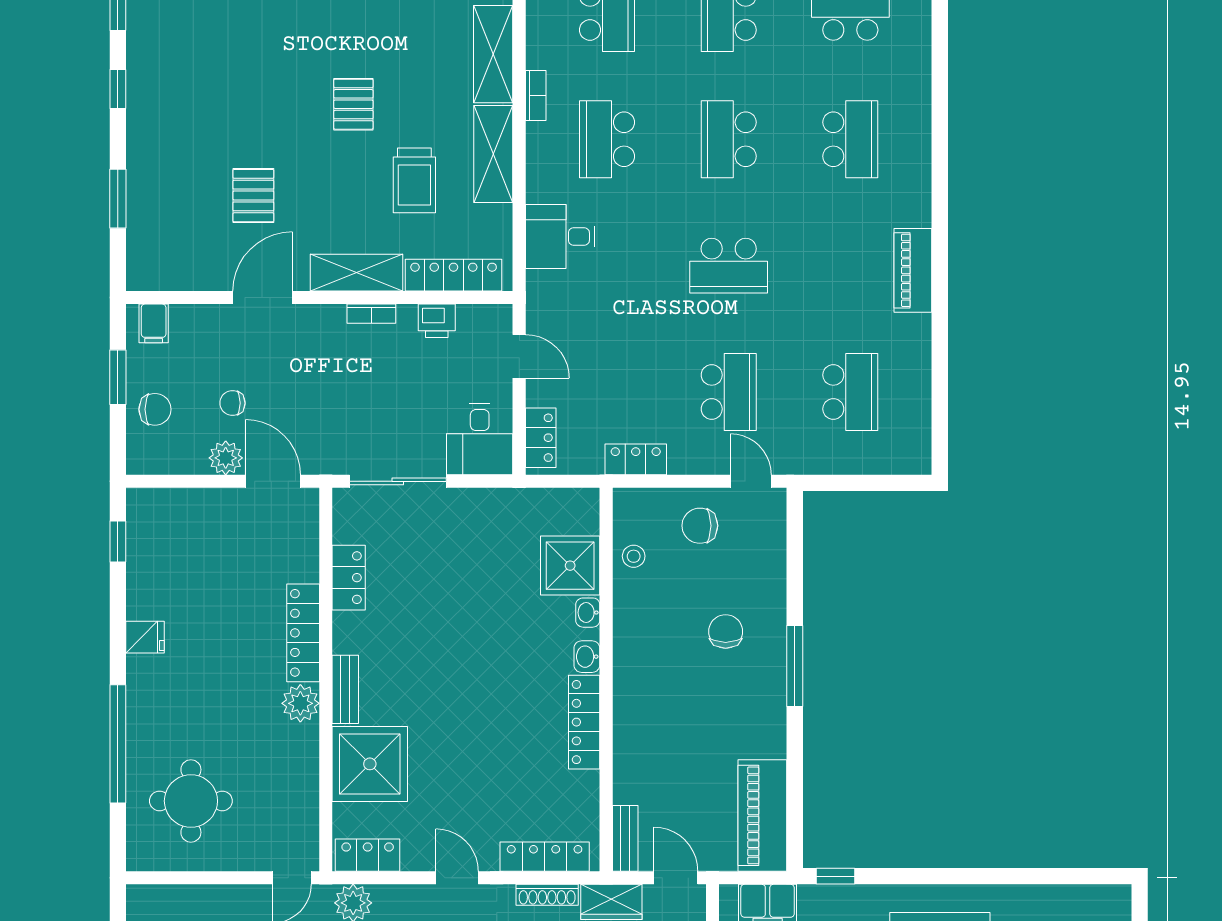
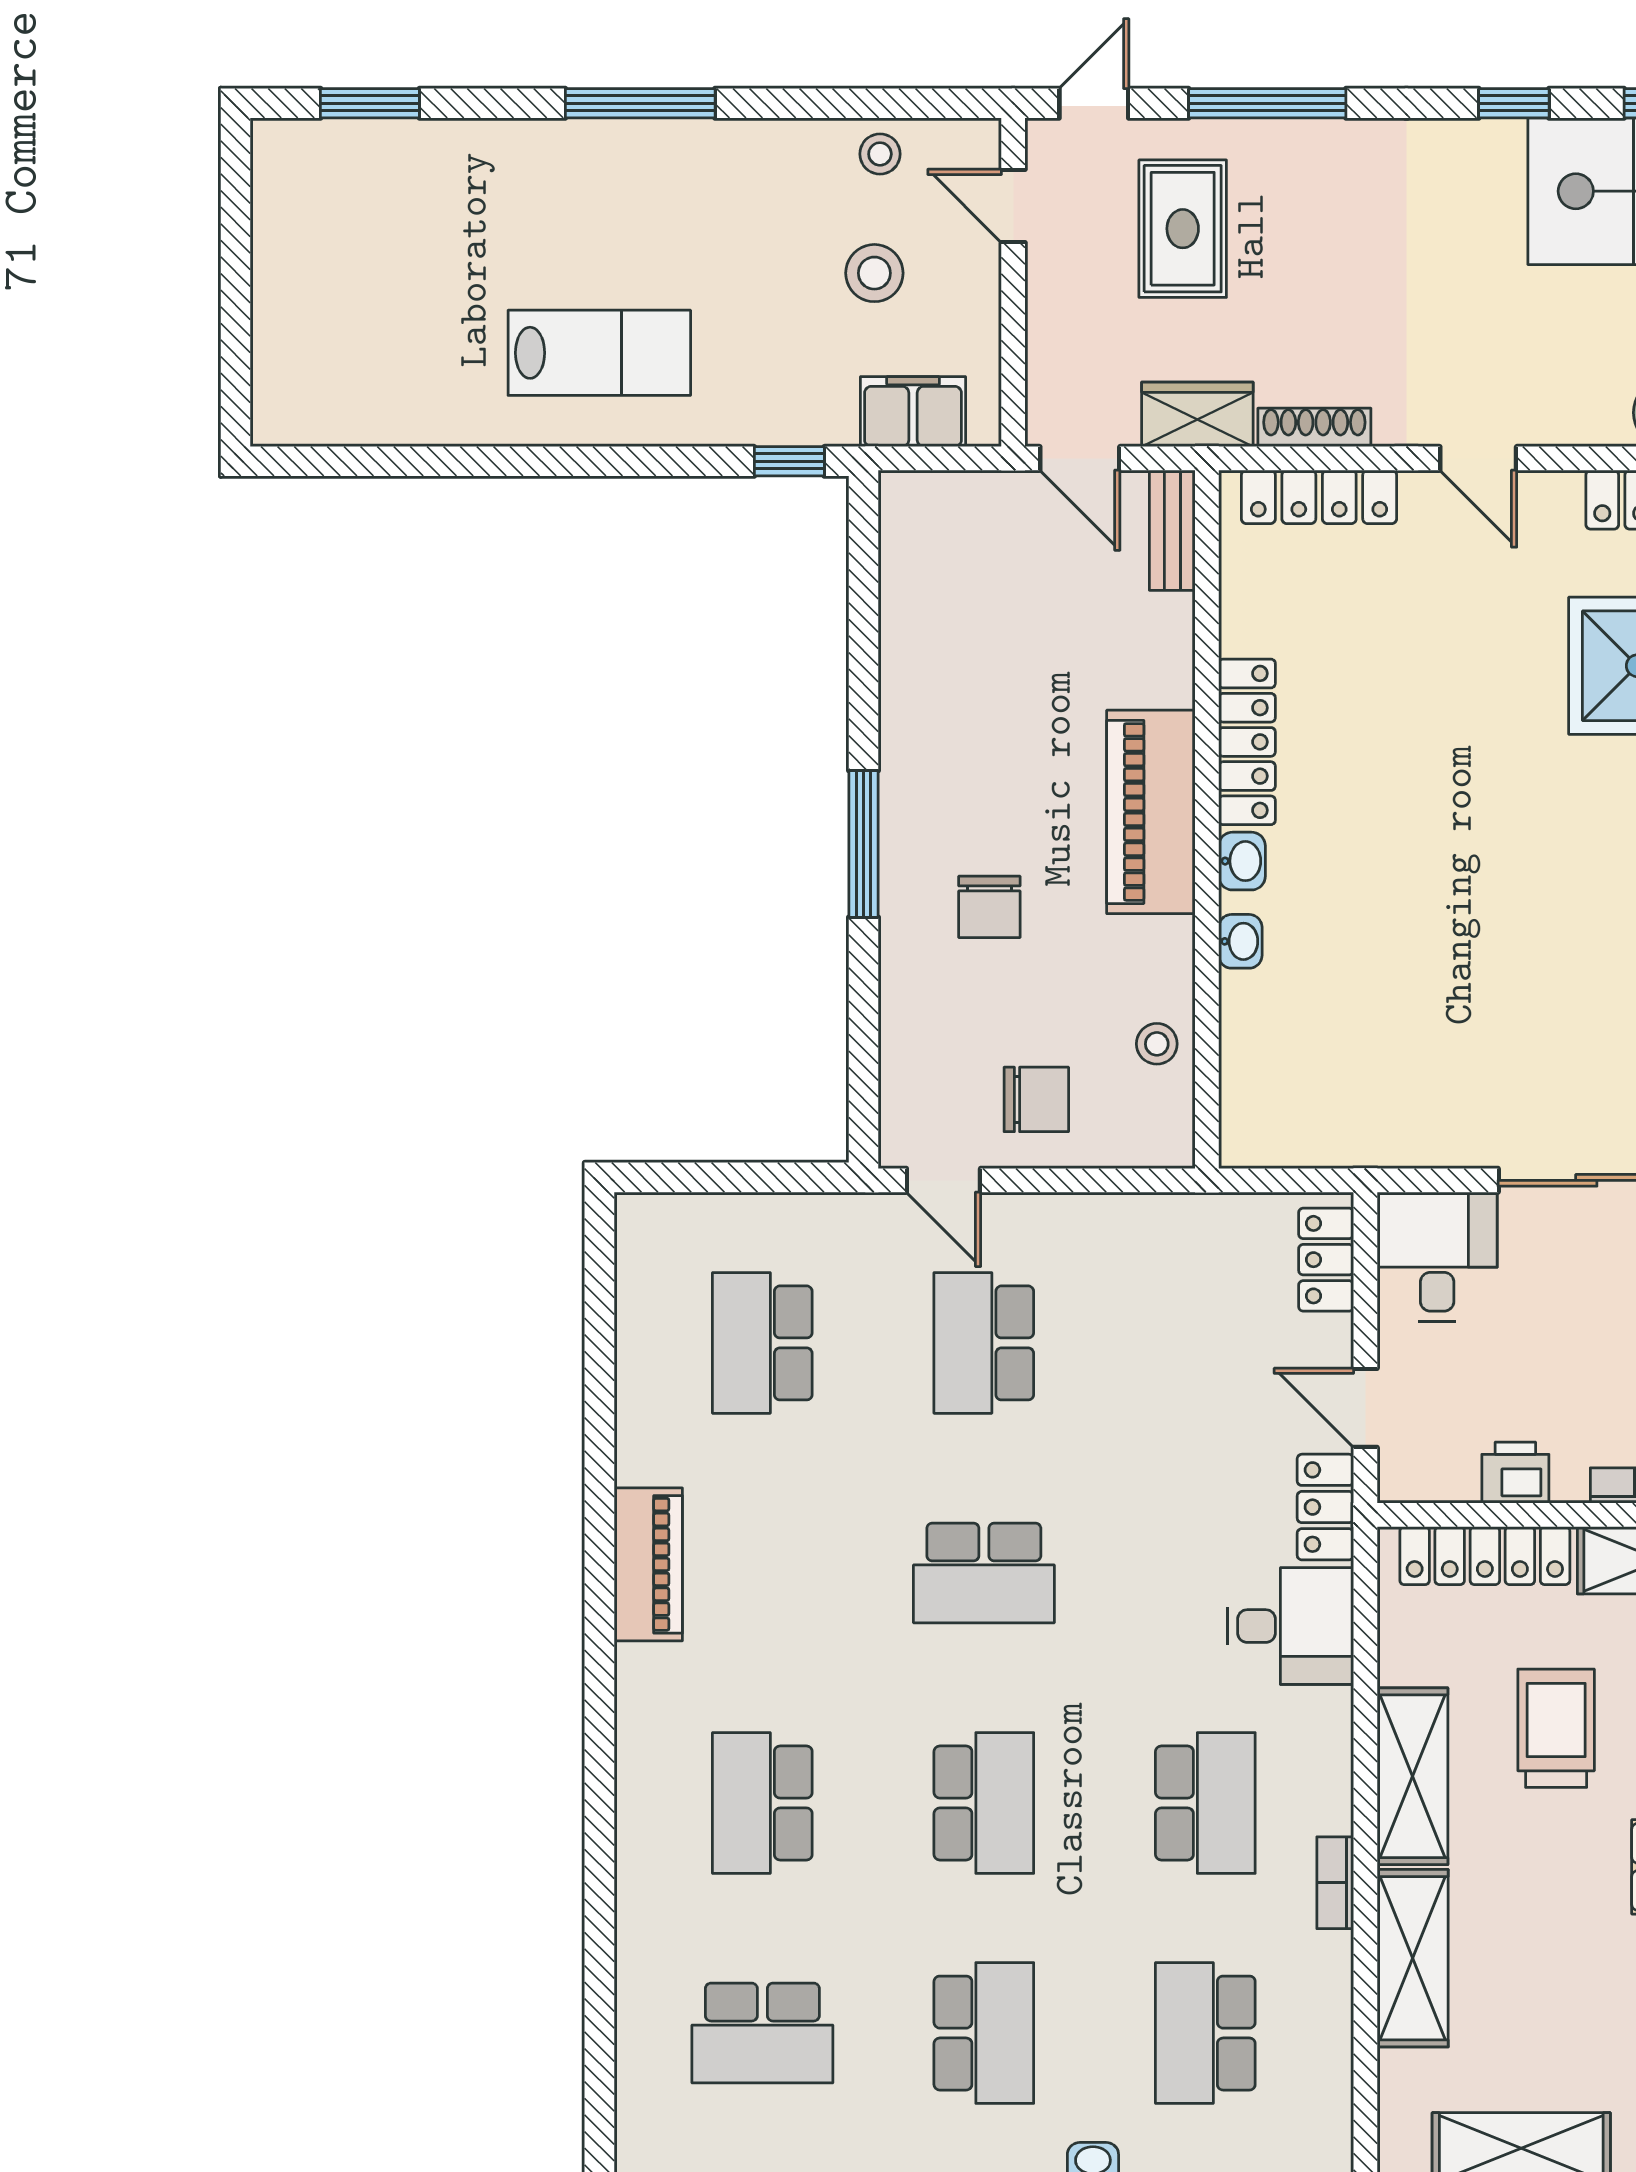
school desk: (729, 266) -> (984, 1573), turned 180
locker: (636, 459) -> (1325, 1507), moved, turned 90
shower: (570, 566) -> (1273, 1027), removed
piano: (762, 815) -> (1151, 812), moved, turned 180

